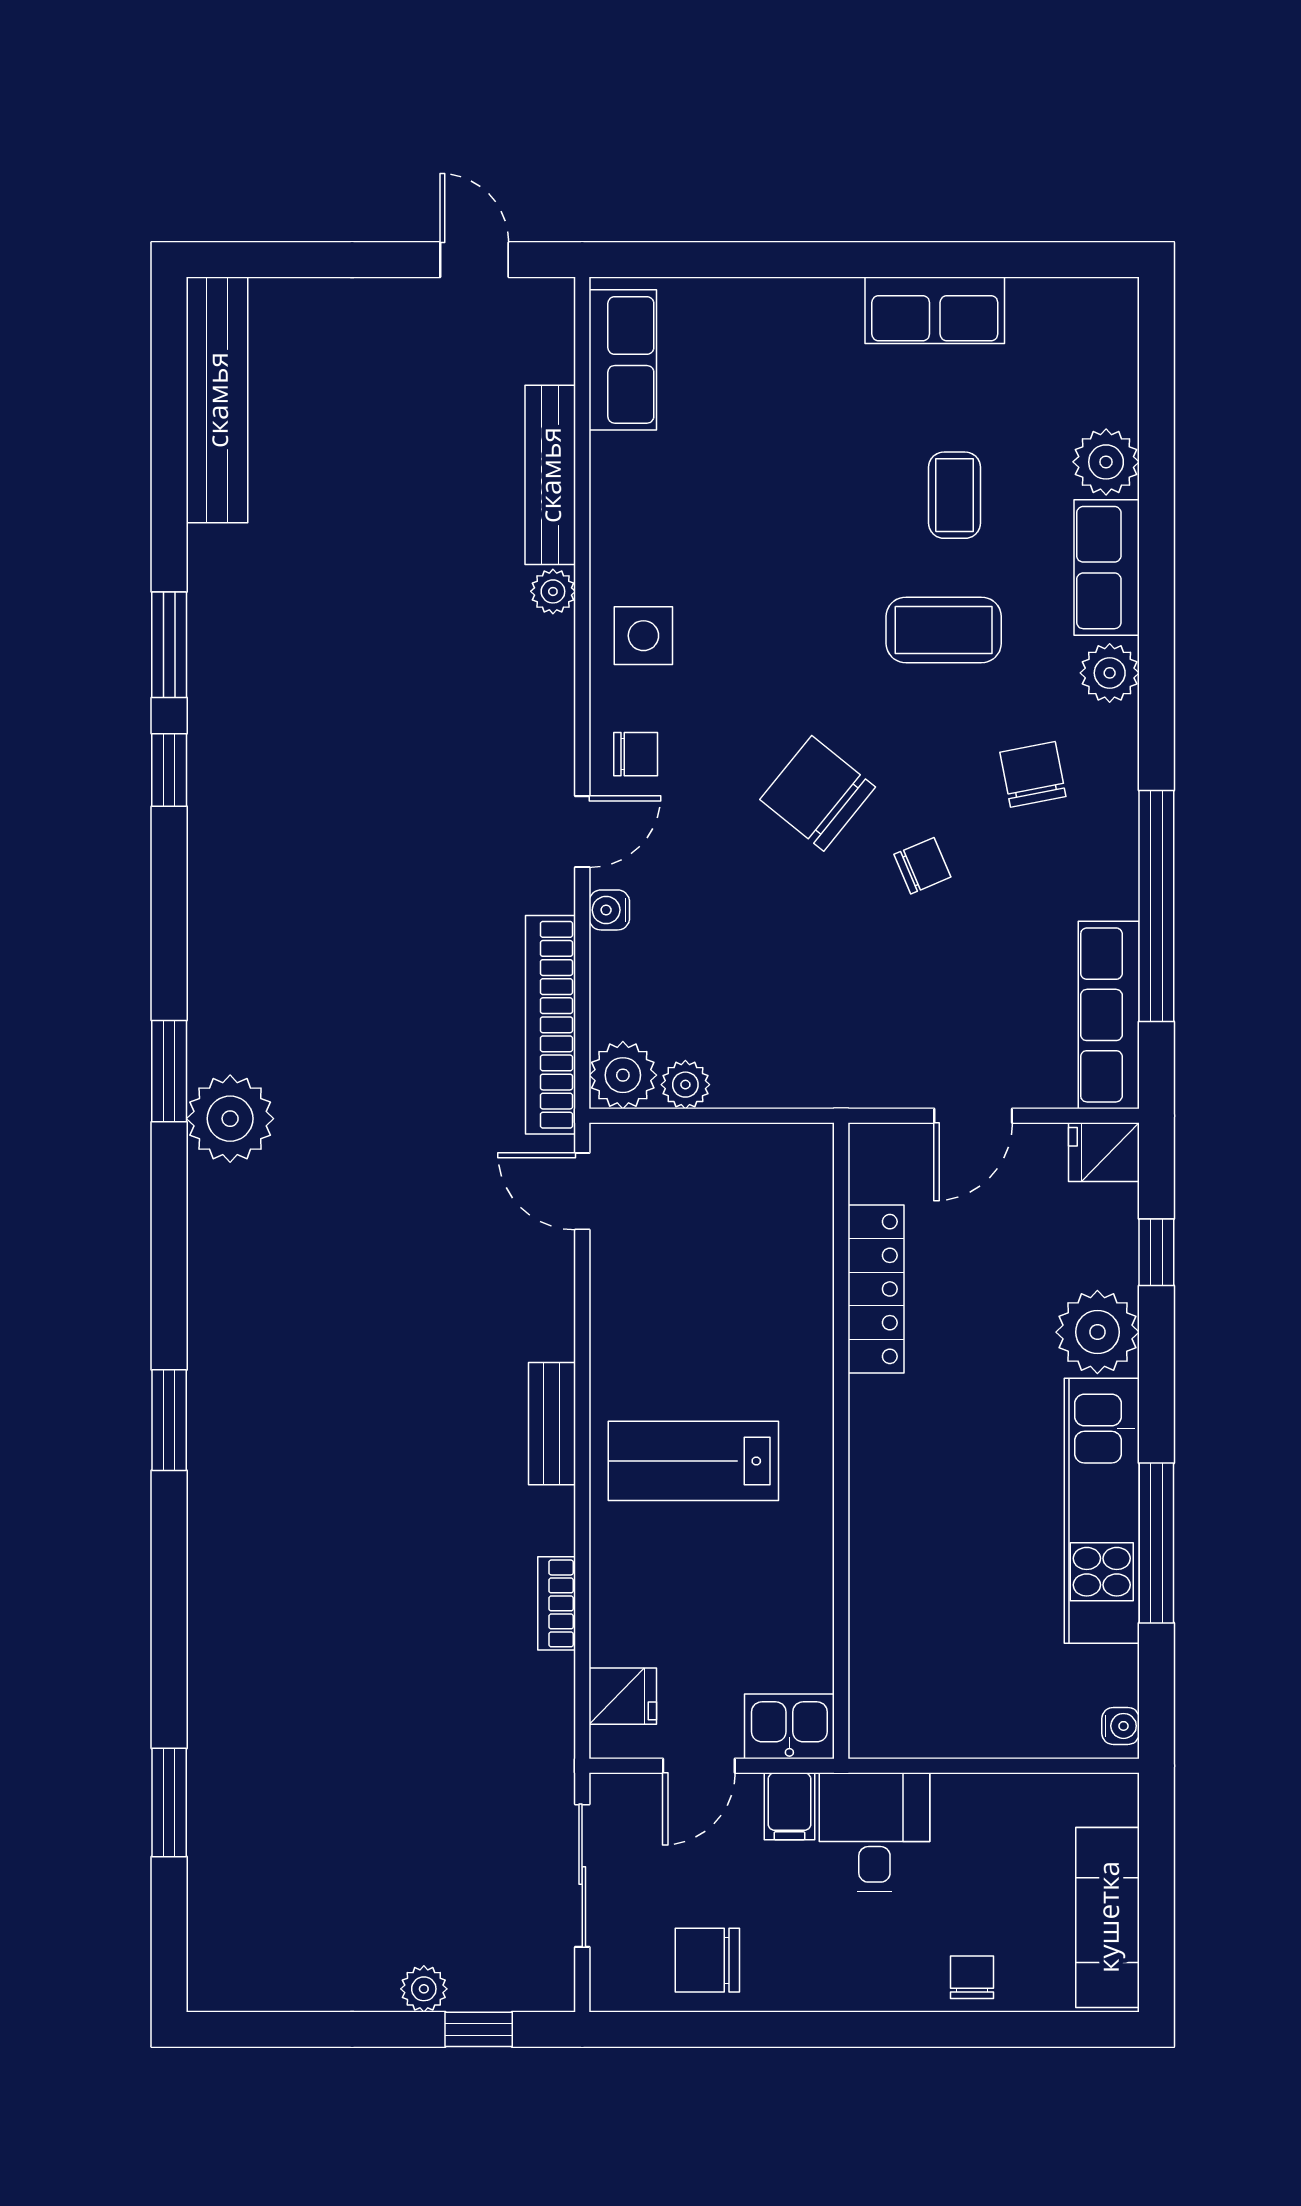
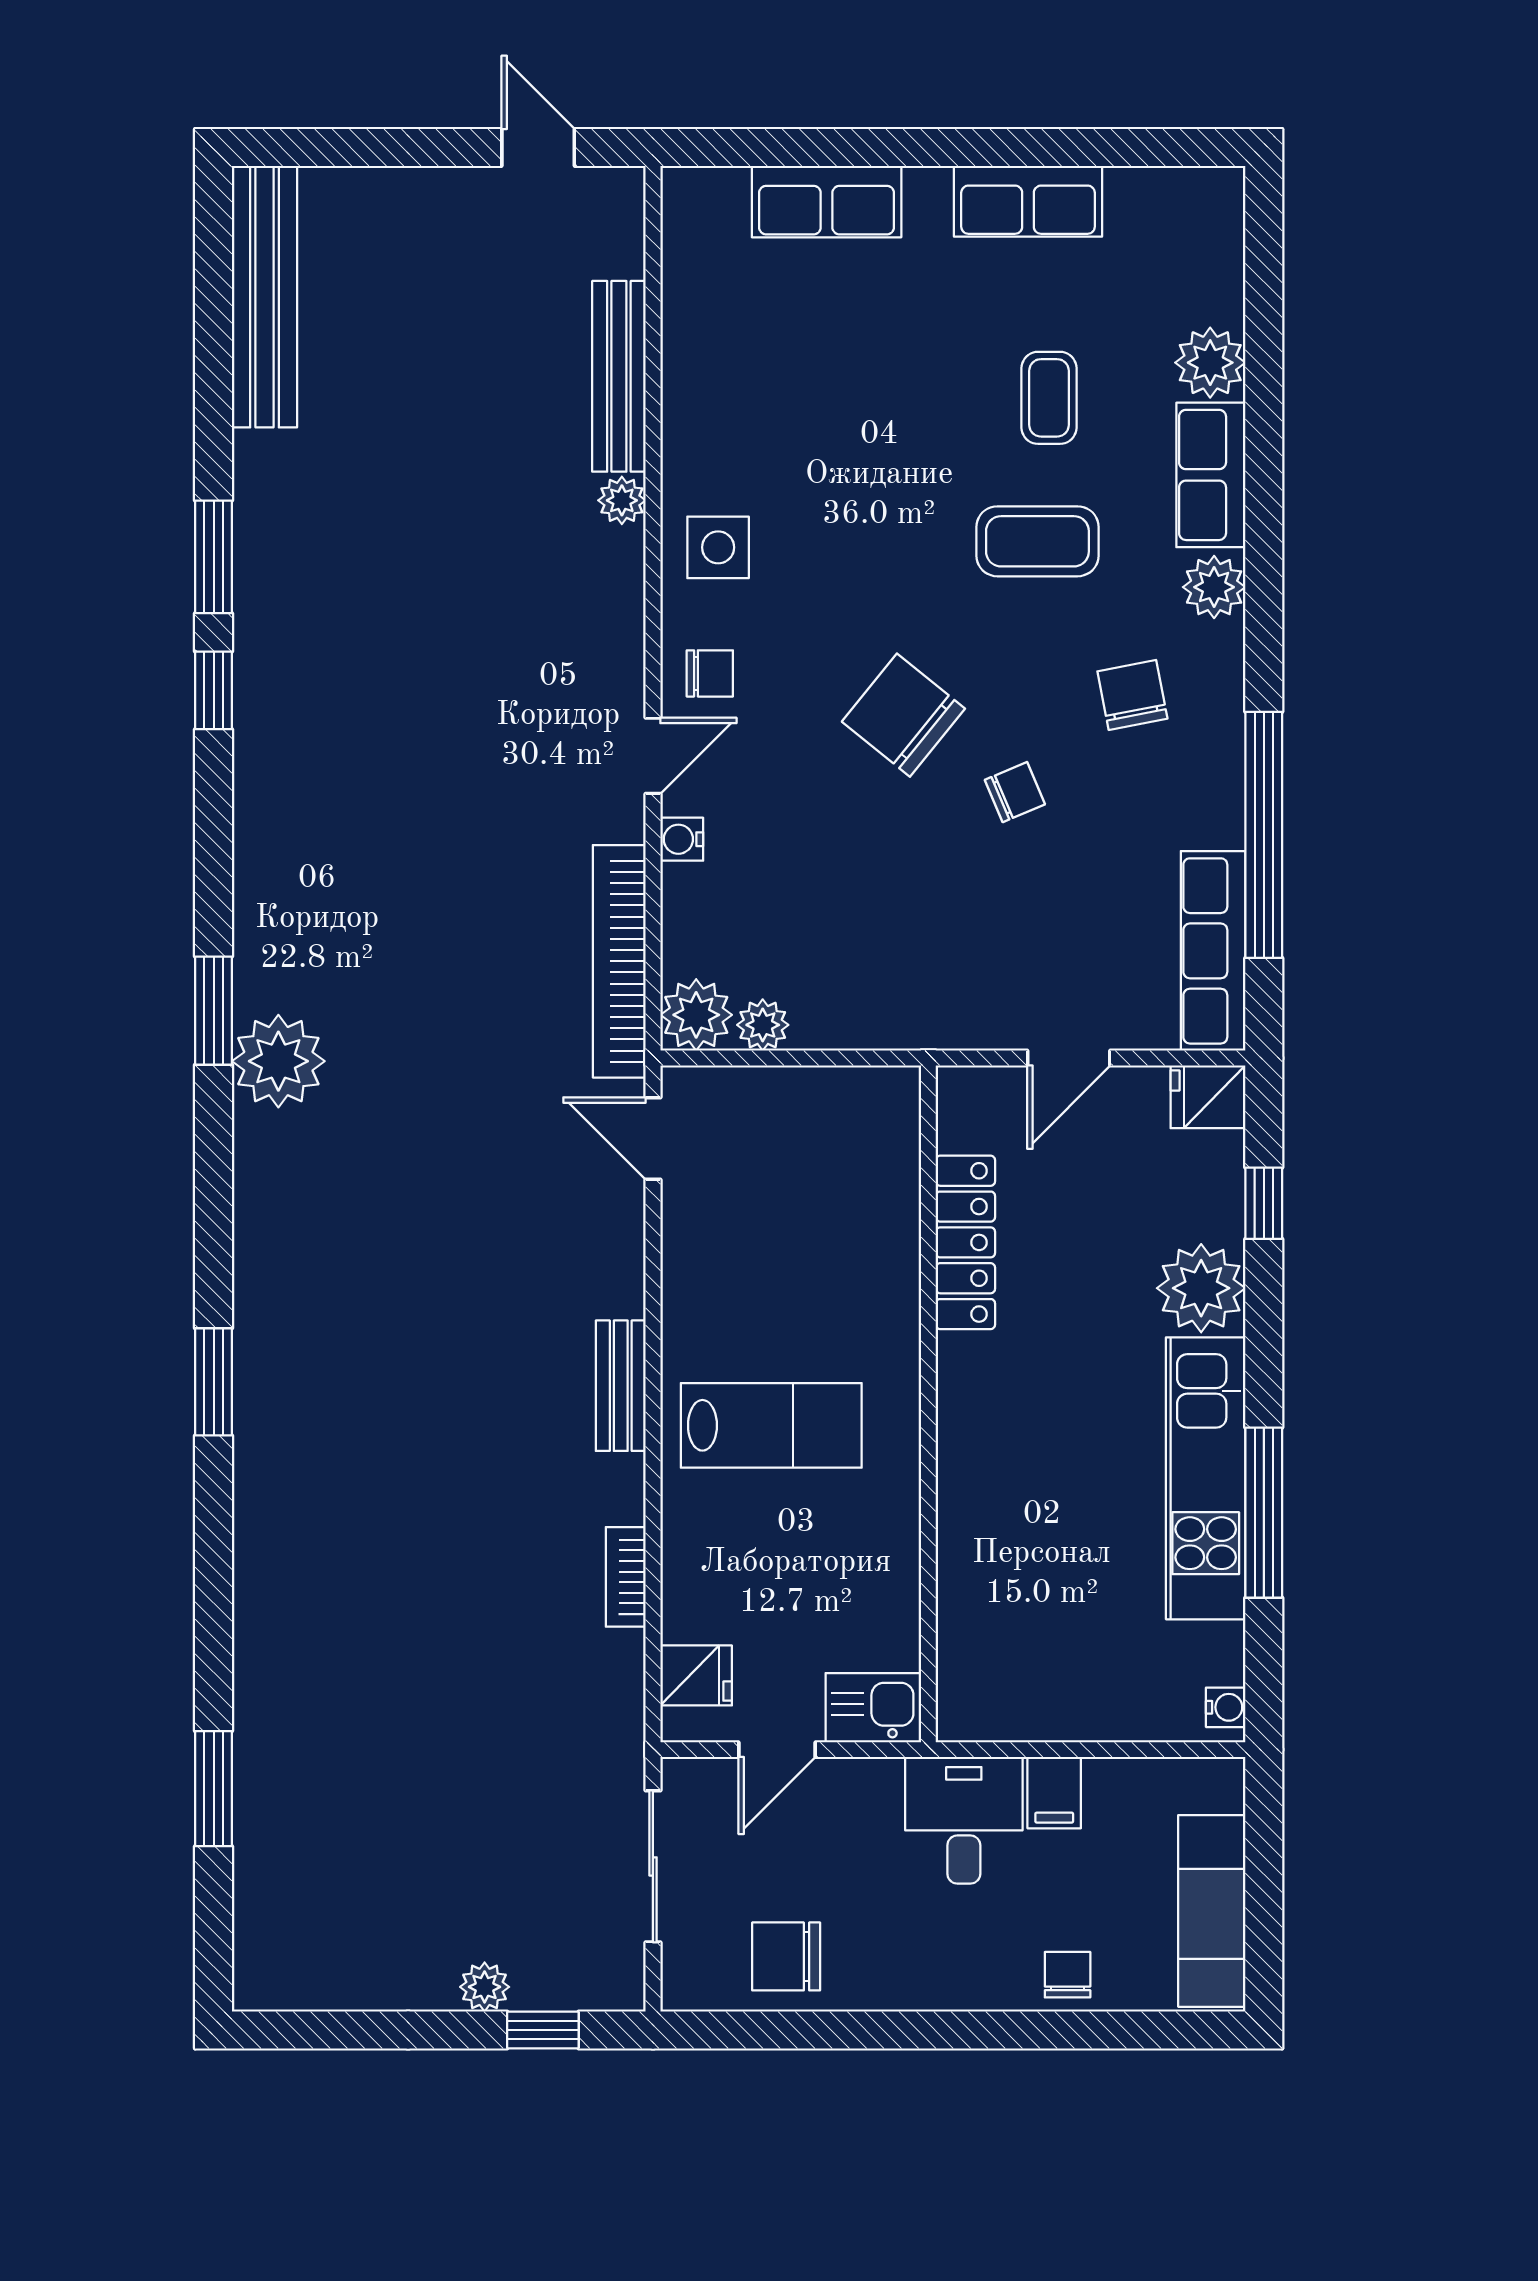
row of seats: (623, 360) -> (827, 202), moved, turned 90
lab bench: (693, 1461) -> (771, 1425), turned 180
filing cabinet: (789, 1806) -> (1054, 1793), moved

